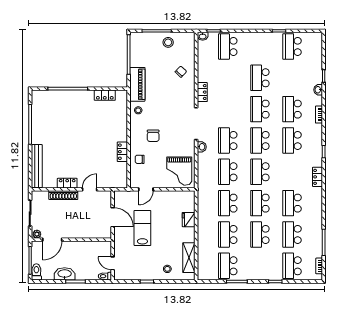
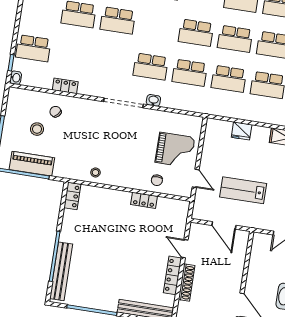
stool: (168, 42) -> (37, 129), moved
piano: (137, 84) -> (32, 164), moved
locker: (202, 92) -> (65, 86), moved
locker: (105, 95) -> (72, 196), moved
bench: (57, 96) -> (61, 271), added
chair: (153, 136) -> (130, 159), removed
school desk: (260, 140) -> (157, 27), removed
grand piano: (179, 171) -> (175, 150), moved
locker: (67, 183) -> (172, 275), width x1.53
door: (113, 217) -> (224, 225), swing flipped

